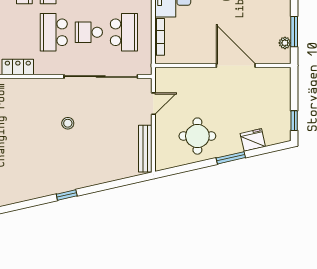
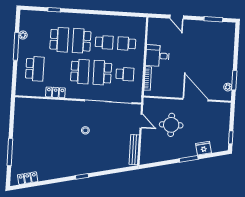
school desk: (54, 32) -> (80, 71), turned 180
school desk: (89, 32) -> (102, 73), width x1.85
school desk: (124, 32) -> (125, 74), width x0.54
door: (153, 104) -> (141, 121), hinge flipped
round table: (197, 136) -> (171, 125), moved

